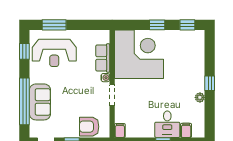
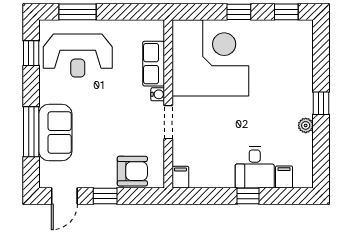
window: (24, 101) -> (31, 132), width x0.68
armchair: (89, 127) -> (132, 171), turned 180

